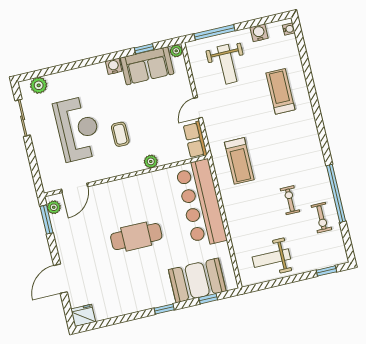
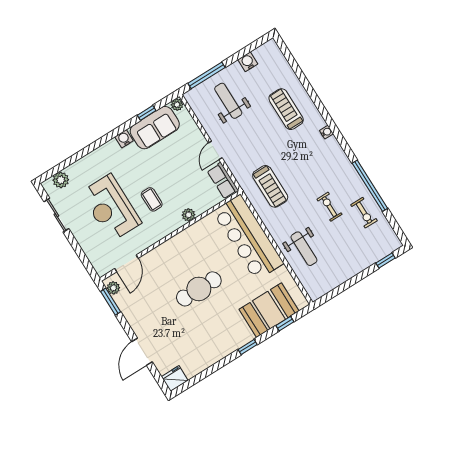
water cooler: (289, 29) -> (326, 132), moved
weight bench: (227, 64) -> (228, 101), turned 180
reception desk: (78, 129) -> (111, 208), turned 180
weight bench: (271, 258) -> (304, 249), moved, turned -90

